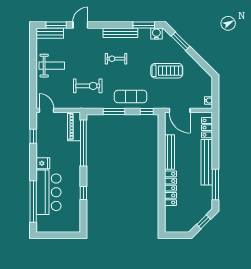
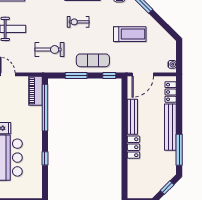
door: (180, 110) -> (143, 74), hinge flipped
locker: (171, 188) -> (134, 147), width x0.66

